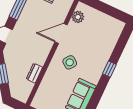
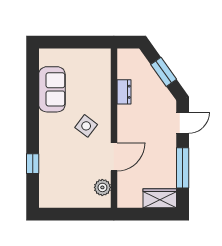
window: (109, 69) -> (33, 164), moved

